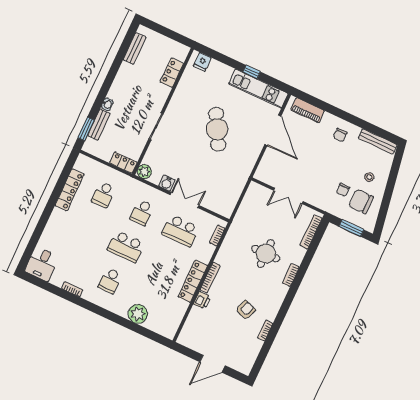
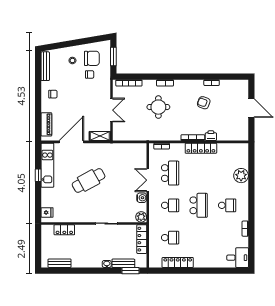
locker: (123, 163) -> (142, 239), width x1.53
shelving: (264, 168) -> (100, 136), added
chair: (361, 201) -> (92, 58), turned -90

